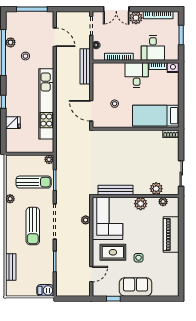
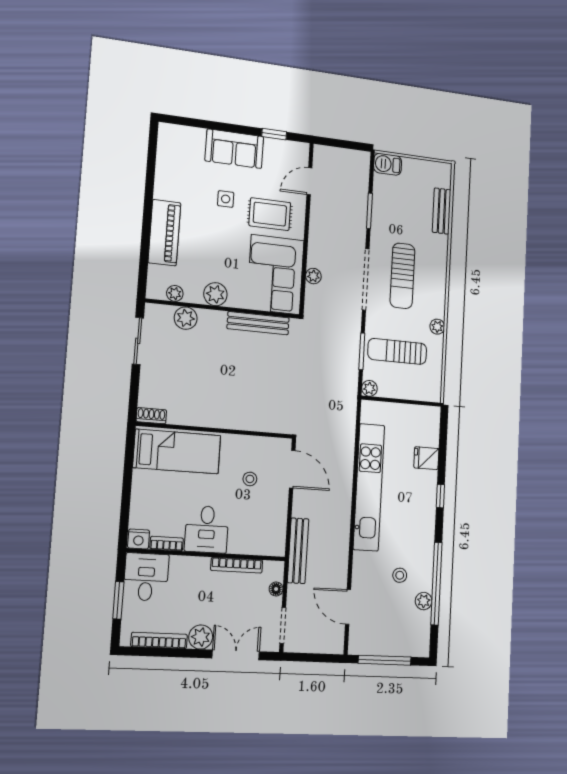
desk: (153, 48) -> (146, 577), moved
sun lounger: (33, 226) -> (402, 276), turned 180

